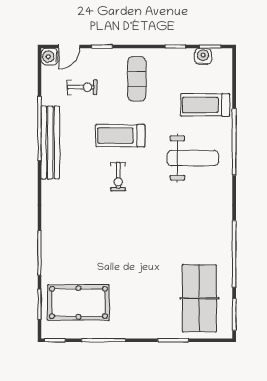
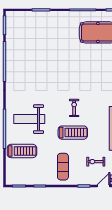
water cooler: (203, 56) -> (23, 180), removed
table tennis table: (199, 298) -> (25, 35), removed

